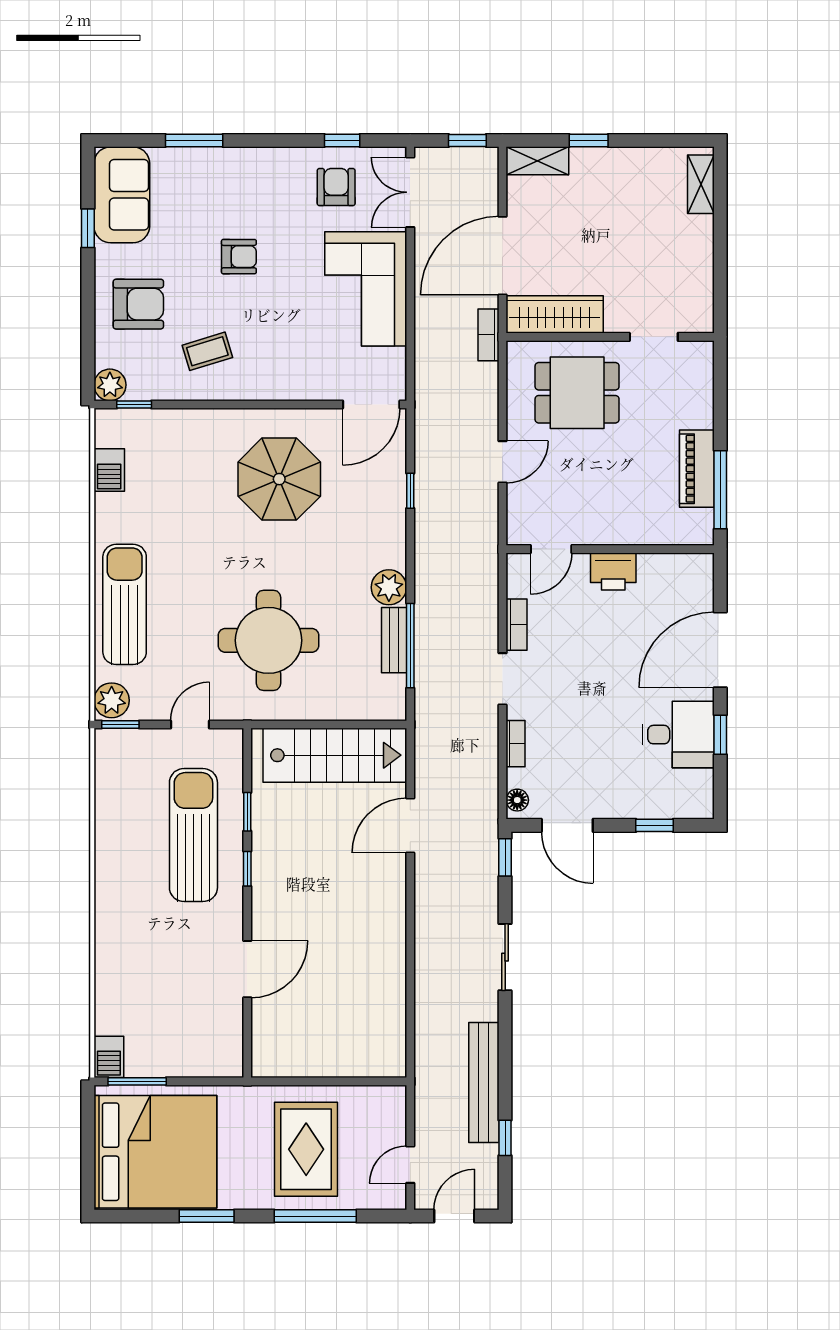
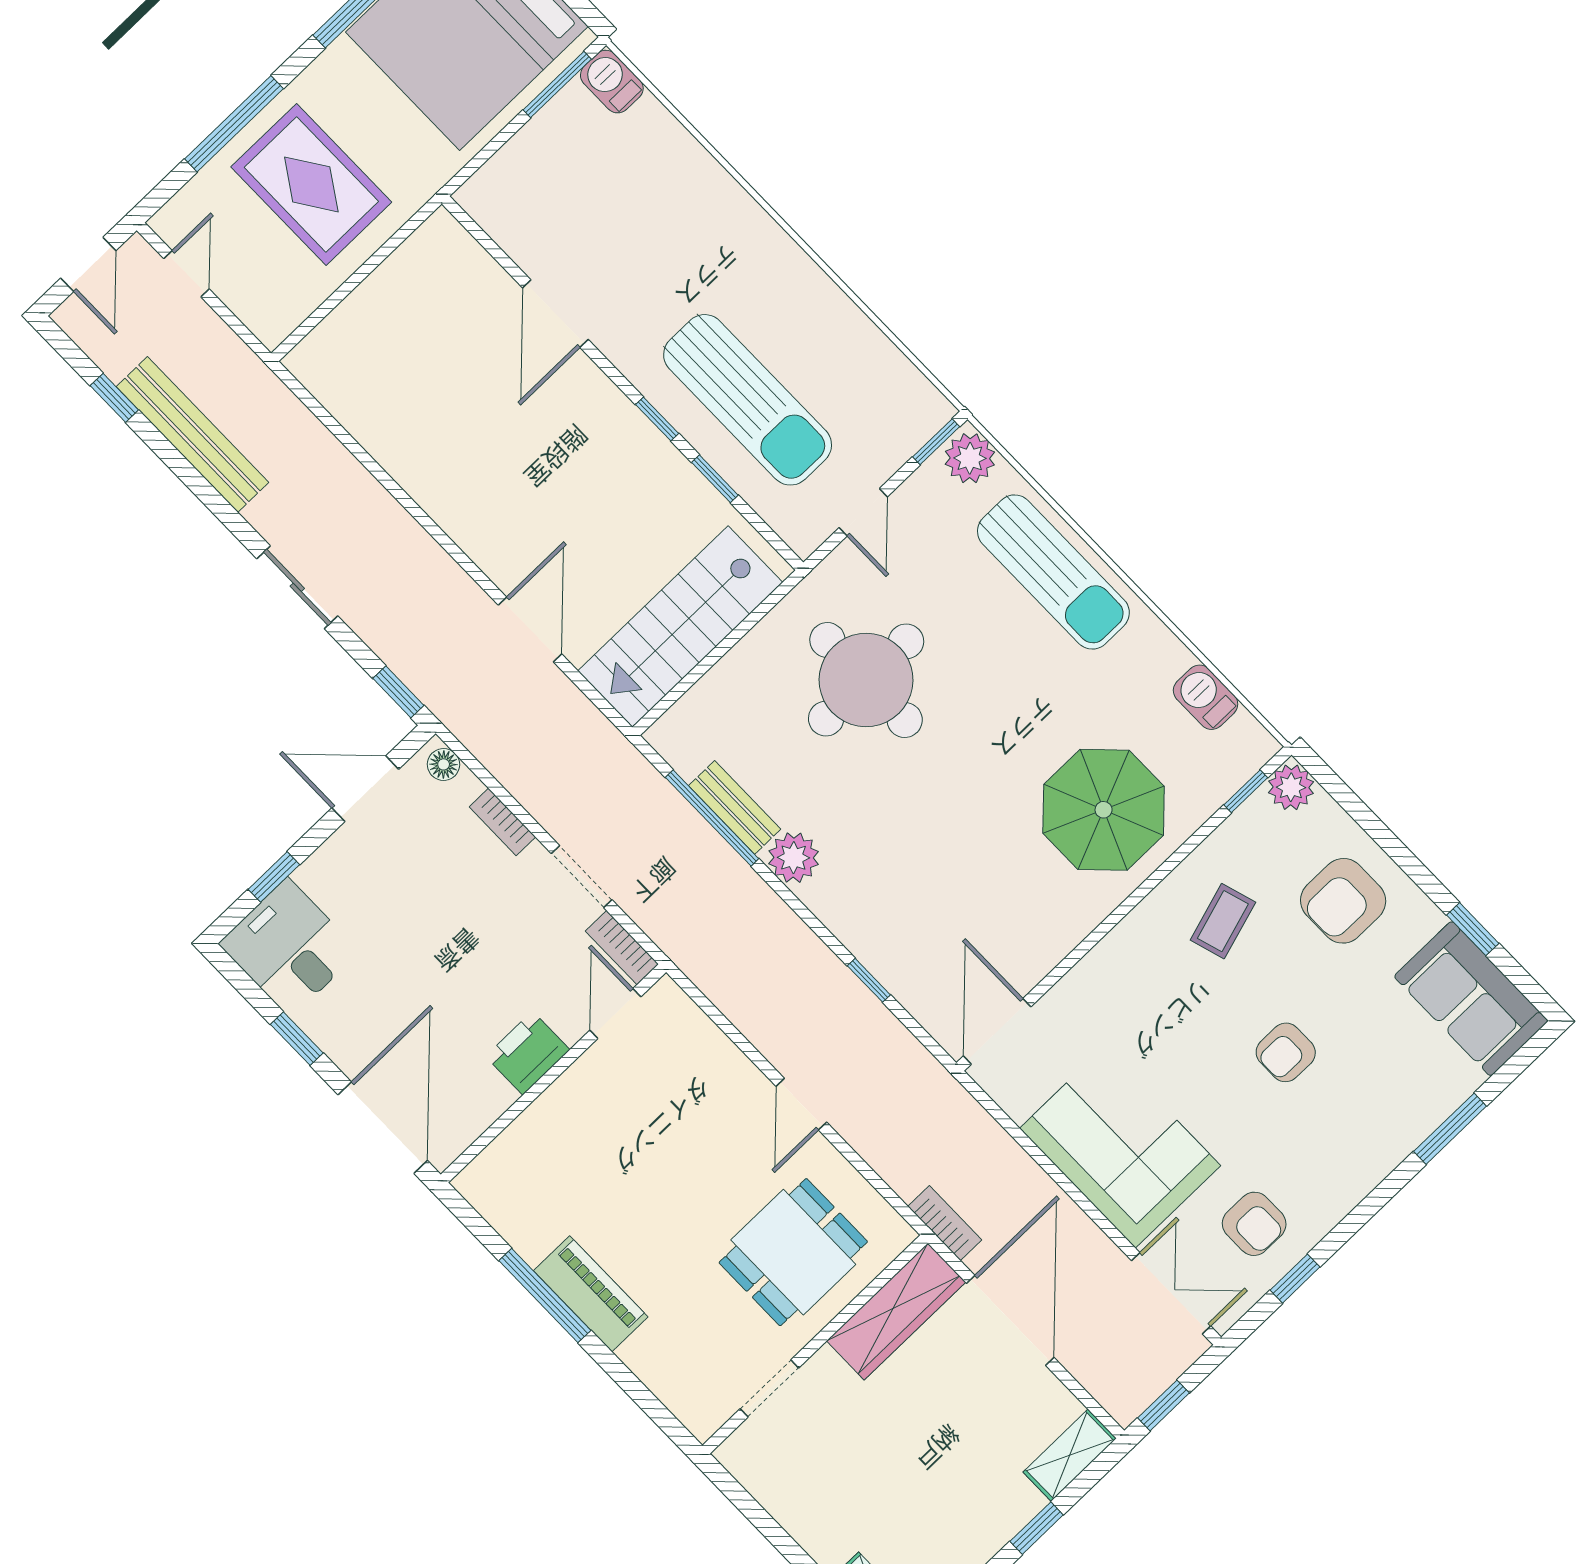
parasol: (279, 479) -> (1104, 810), moved
door: (551, 549) -> (615, 1014), moved
wall: (610, 549) -> (553, 1073), moved
printer: (613, 571) -> (528, 1053), moved
desk: (678, 735) -> (289, 948), moved, turned 90

